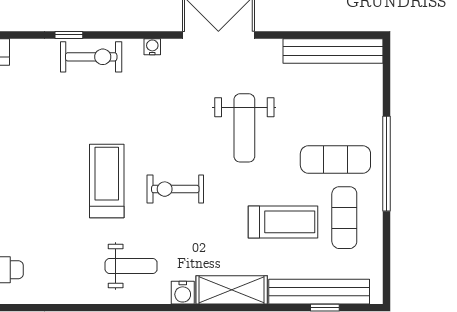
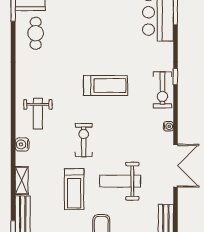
treadmill: (107, 181) -> (106, 86), moved
treadmill: (283, 222) -> (74, 189), moved
shelving: (232, 290) -> (22, 181), width x0.67, depth x0.75

